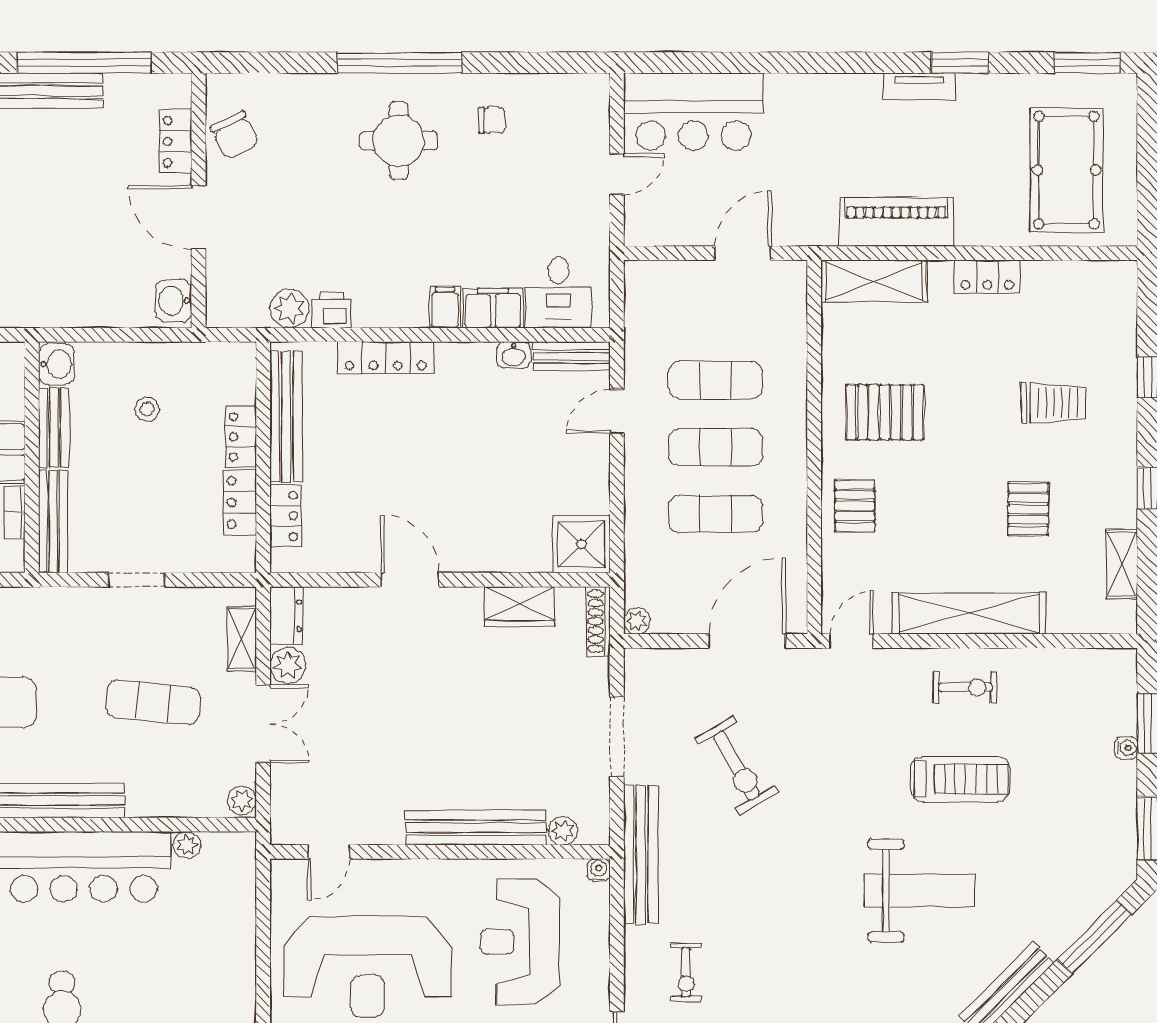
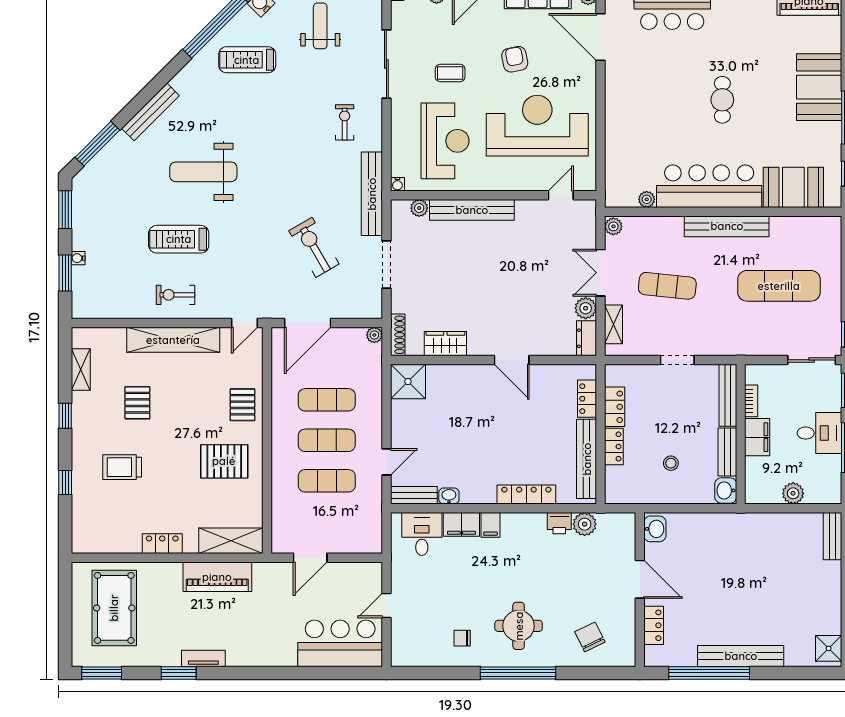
chair: (235, 135) -> (590, 637), moved

